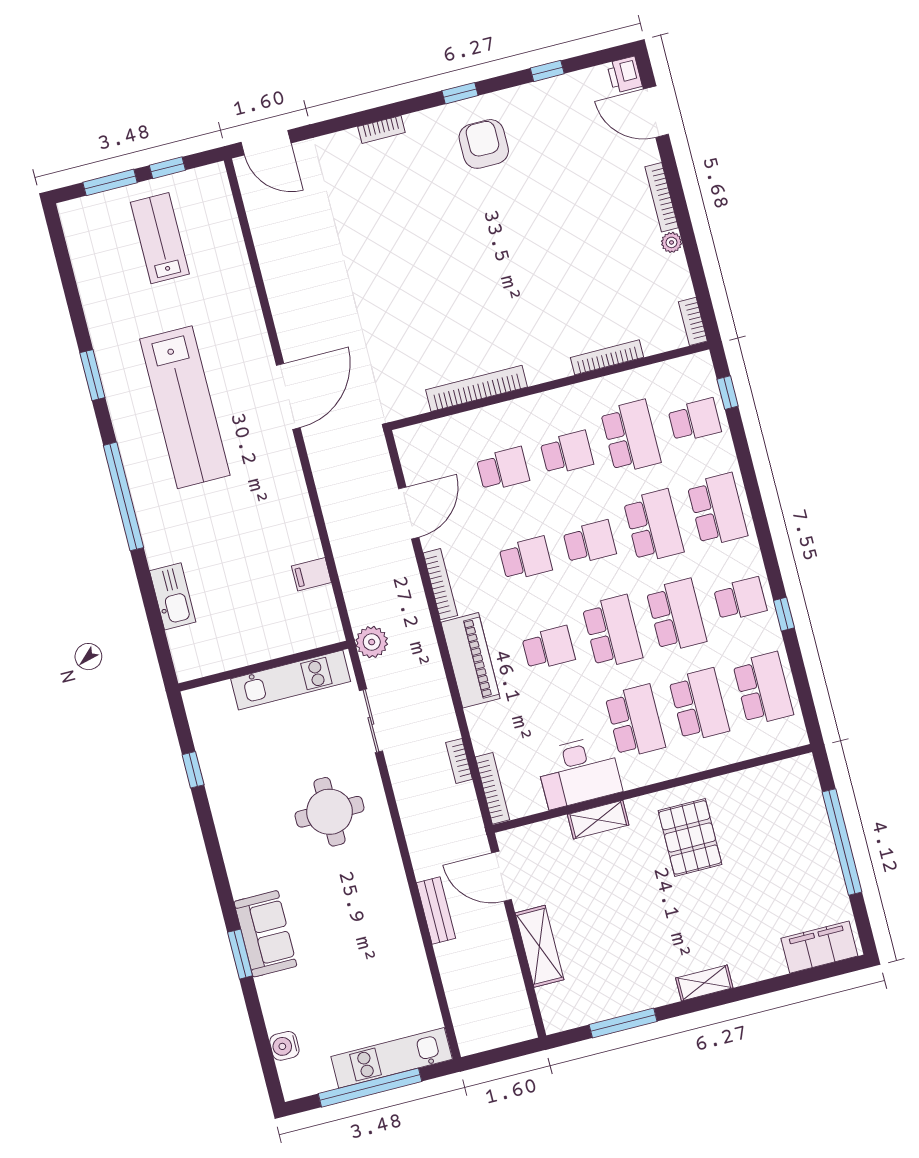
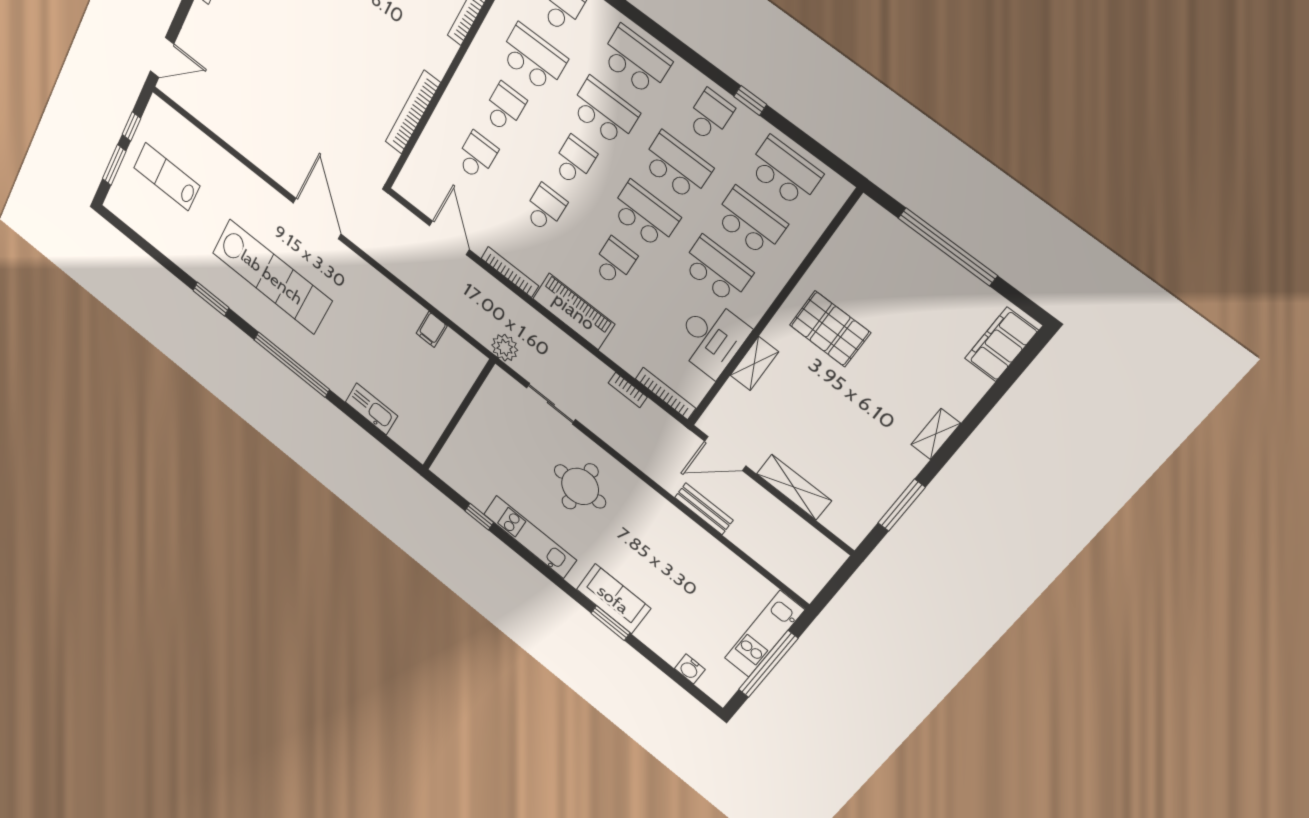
kitchen unit: (291, 680) -> (530, 537), moved, turned -90

